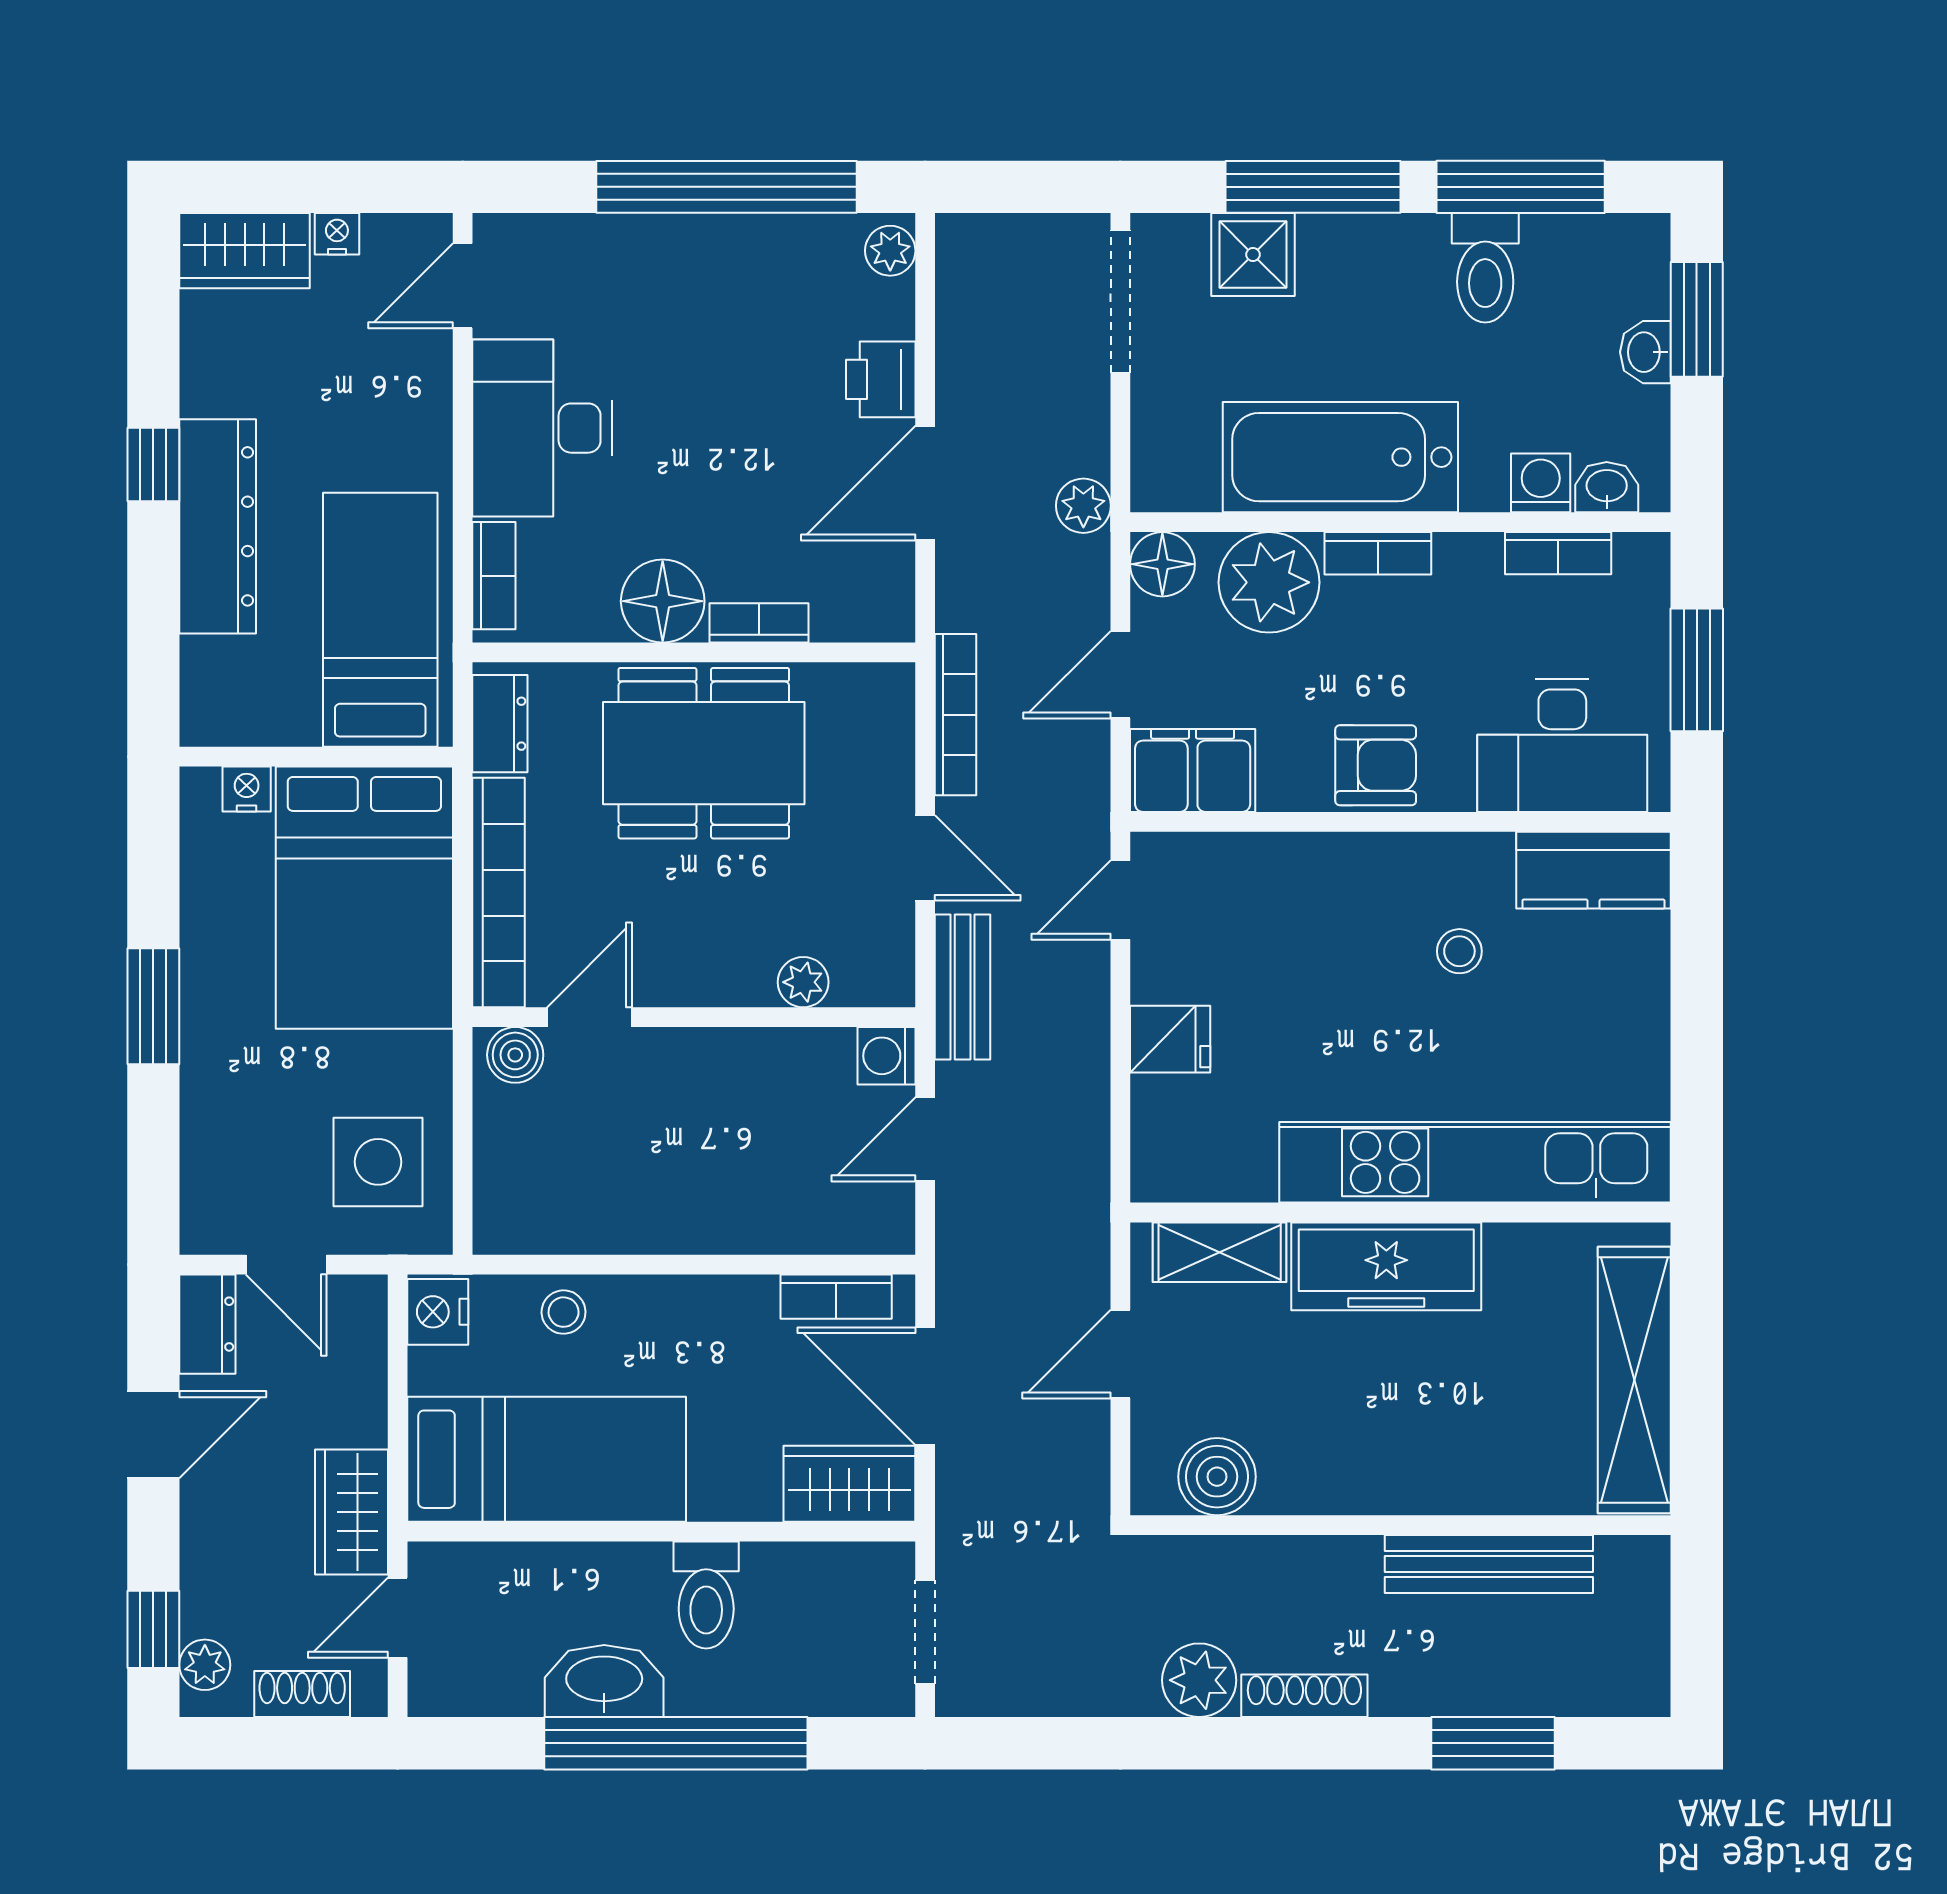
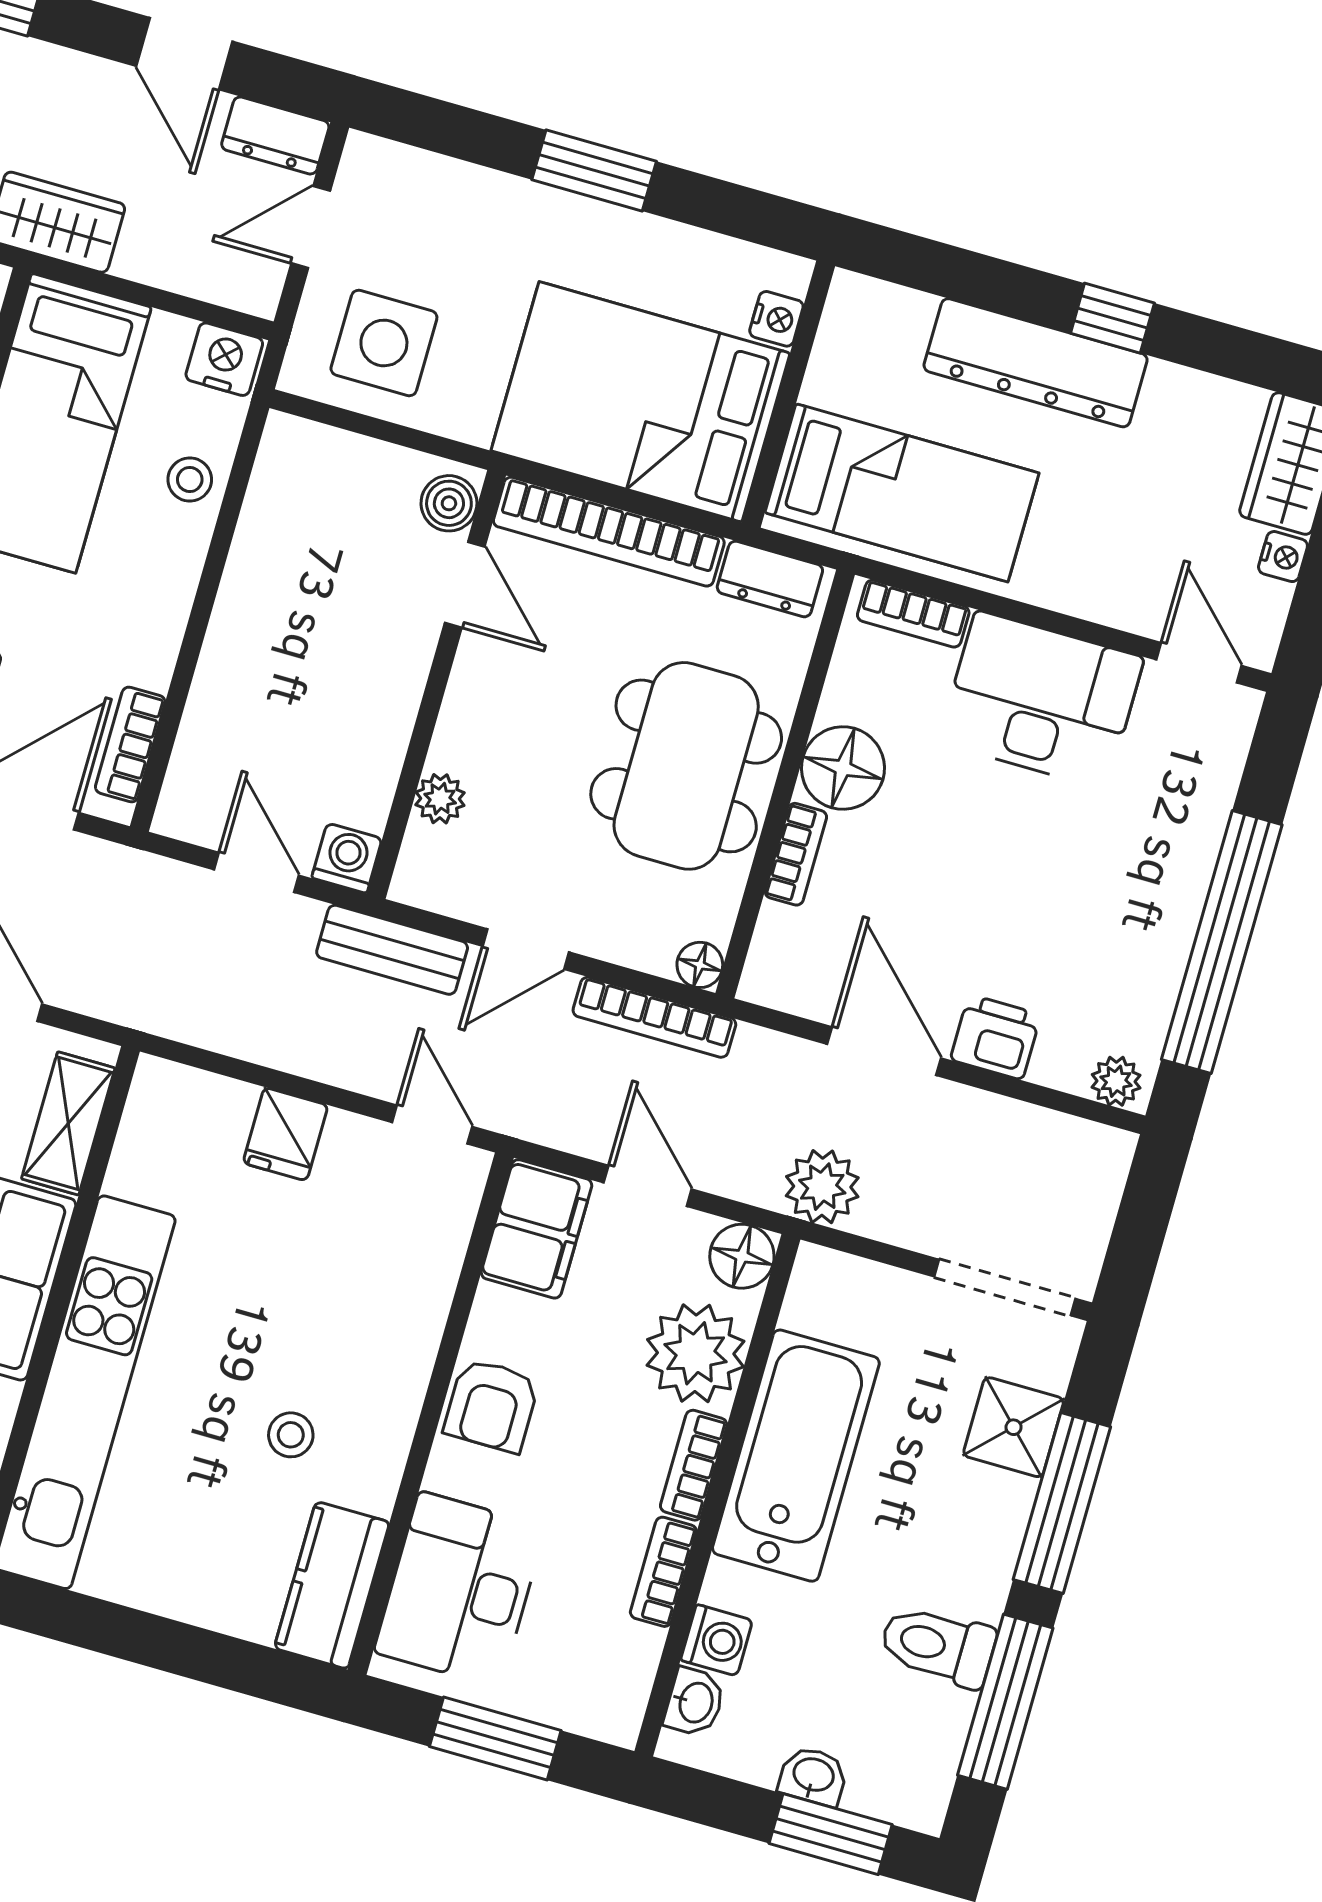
plant: (1083, 506) -> (822, 1187), width x1.38, depth x1.38
bookcase: (1558, 553) -> (663, 1572), moved
floor lamp: (892, 685) -> (700, 965), added

